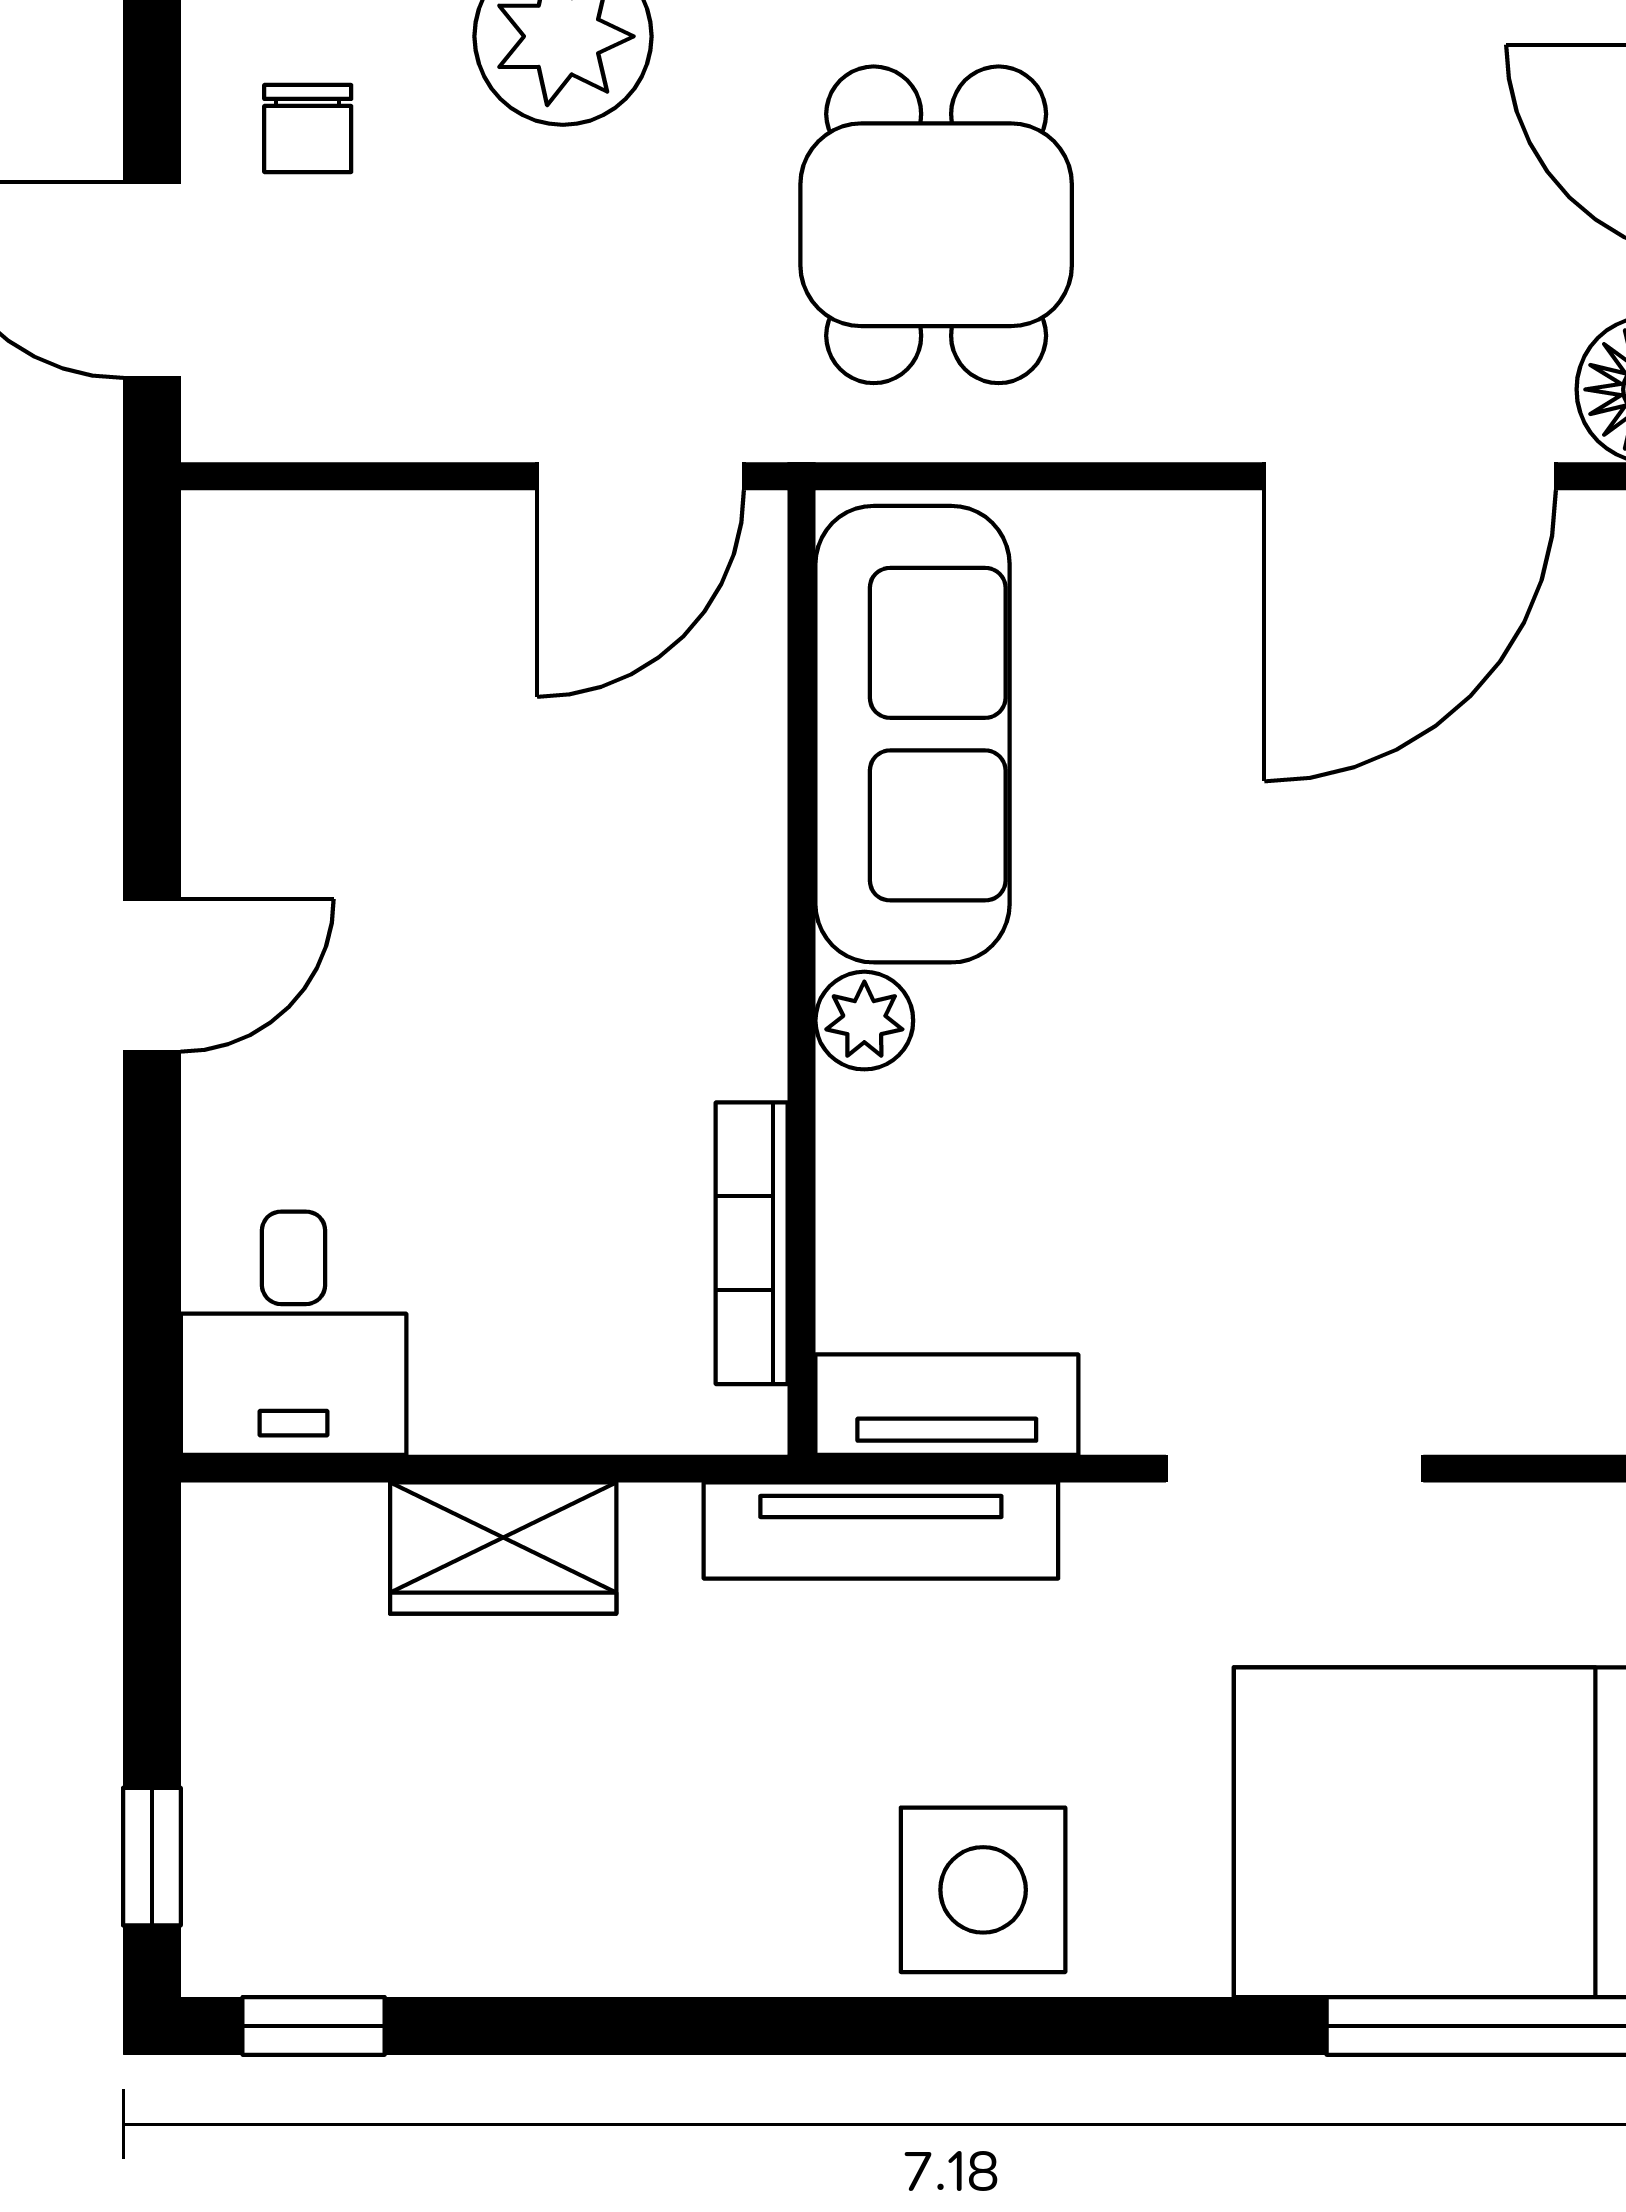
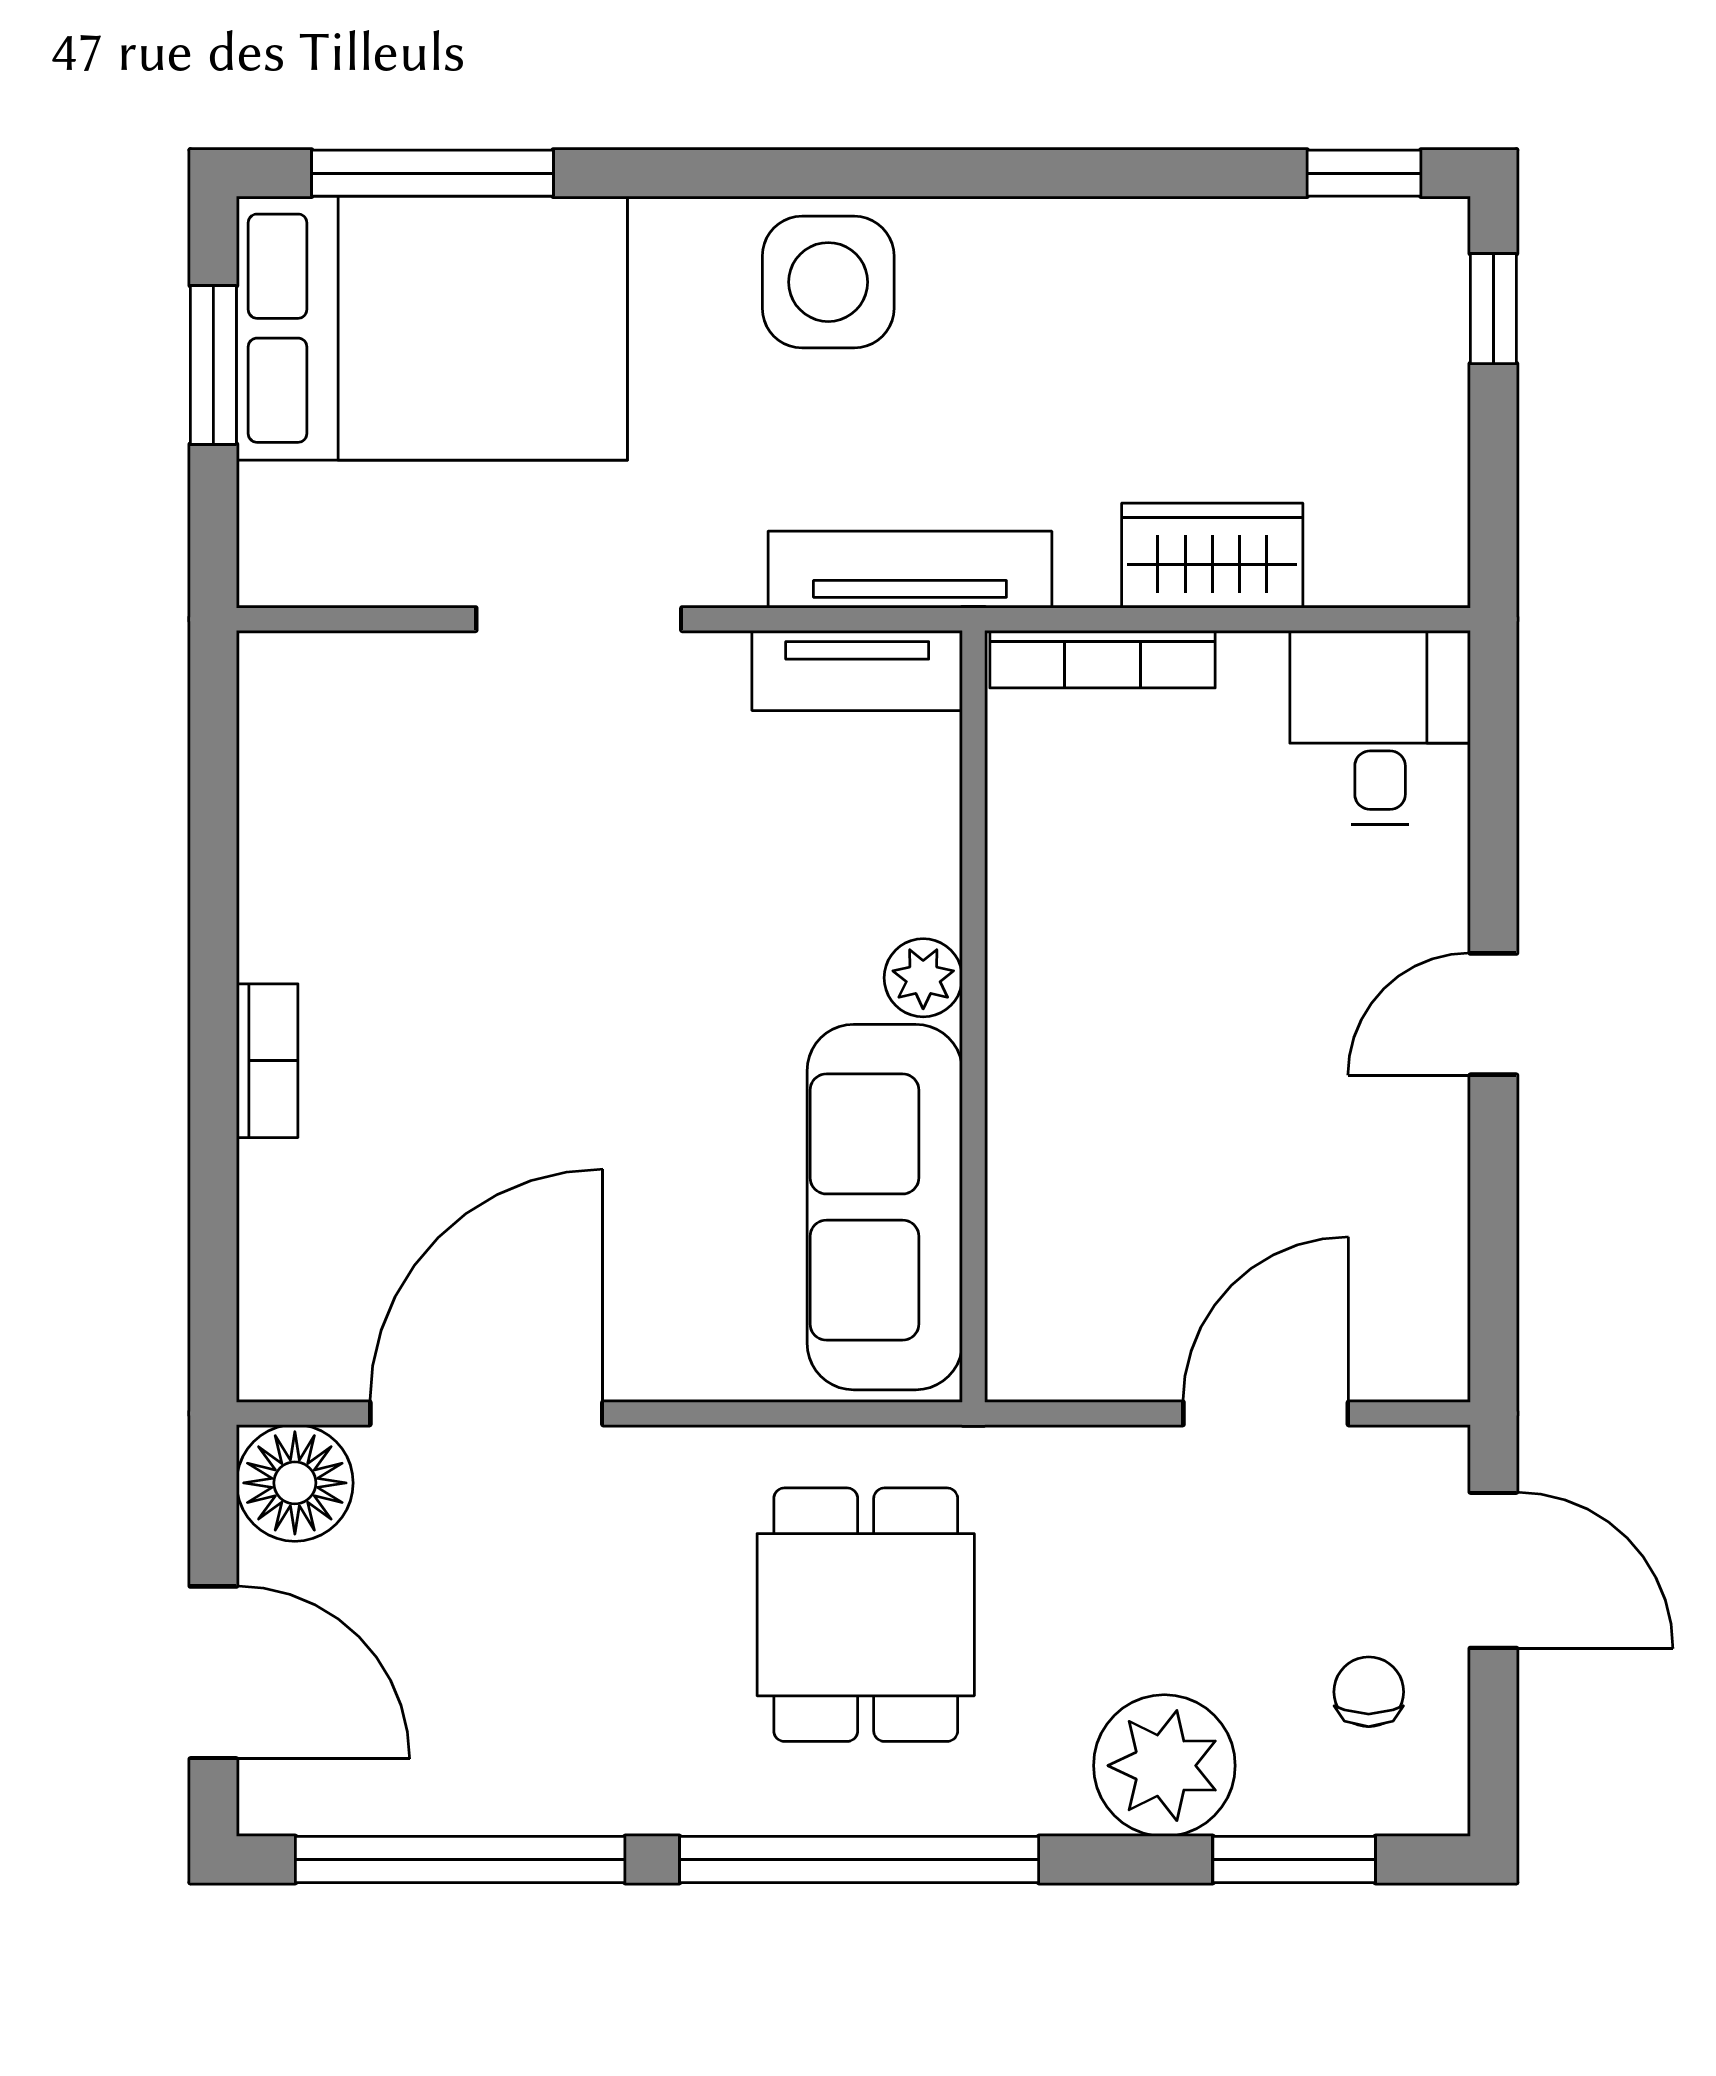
door: (641, 476) -> (1266, 1413), moved
bookcase: (752, 1243) -> (1103, 659), moved, turned 90

